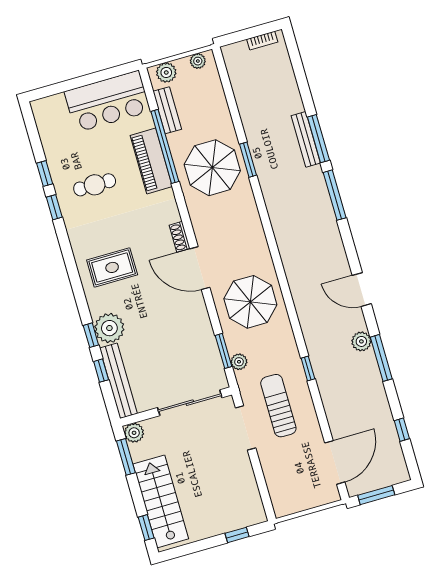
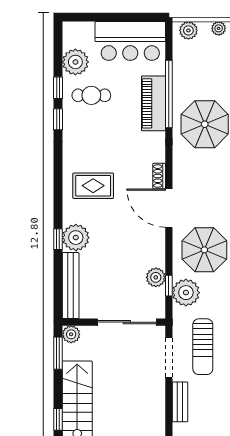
bench: (167, 110) -> (180, 402), moved
plant: (55, 141) -> (75, 62), added
cafe table: (95, 185) -> (91, 95), moved
plant: (207, 346) -> (156, 277), added
window: (223, 351) -> (169, 286), width x0.67
plant: (239, 362) -> (186, 293), width x1.88, depth x1.88
window: (101, 371) -> (58, 272), removed
sun lounger: (278, 406) -> (203, 347), turned 180

